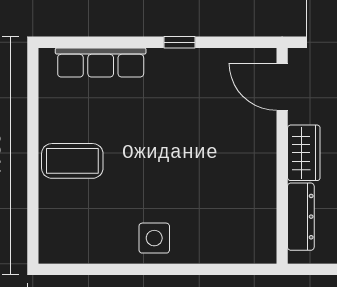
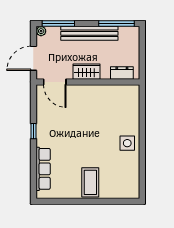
door: (282, 87) -> (55, 82), hinge flipped
dresser: (301, 217) -> (122, 73), width x0.70

